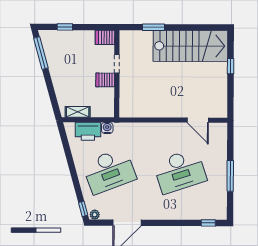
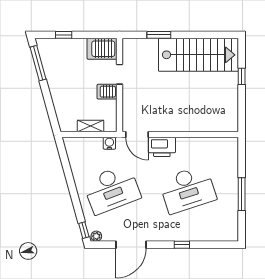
server rack: (105, 37) -> (102, 49), width x1.36, depth x1.44
shelving: (78, 112) -> (91, 126), moved
door: (198, 120) -> (137, 135), moved
printer: (88, 131) -> (162, 147), moved
window: (208, 223) -> (182, 245), moved

